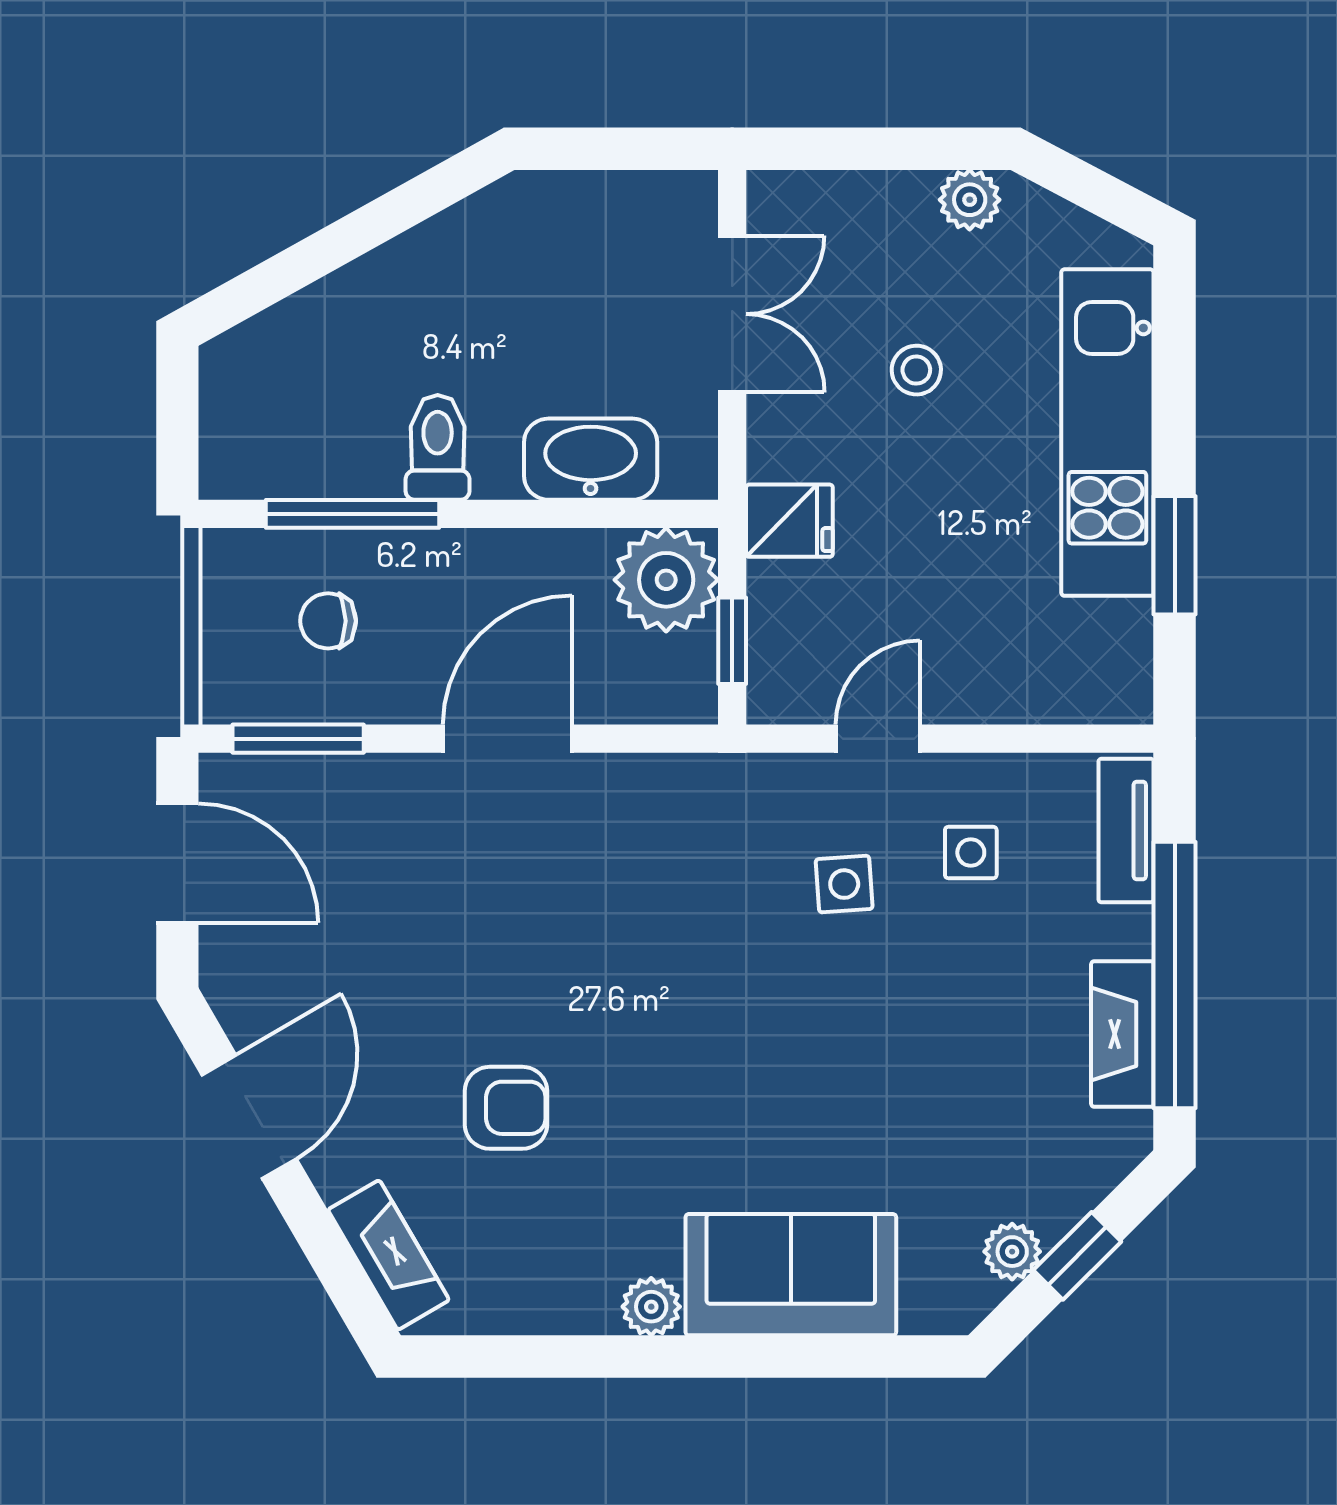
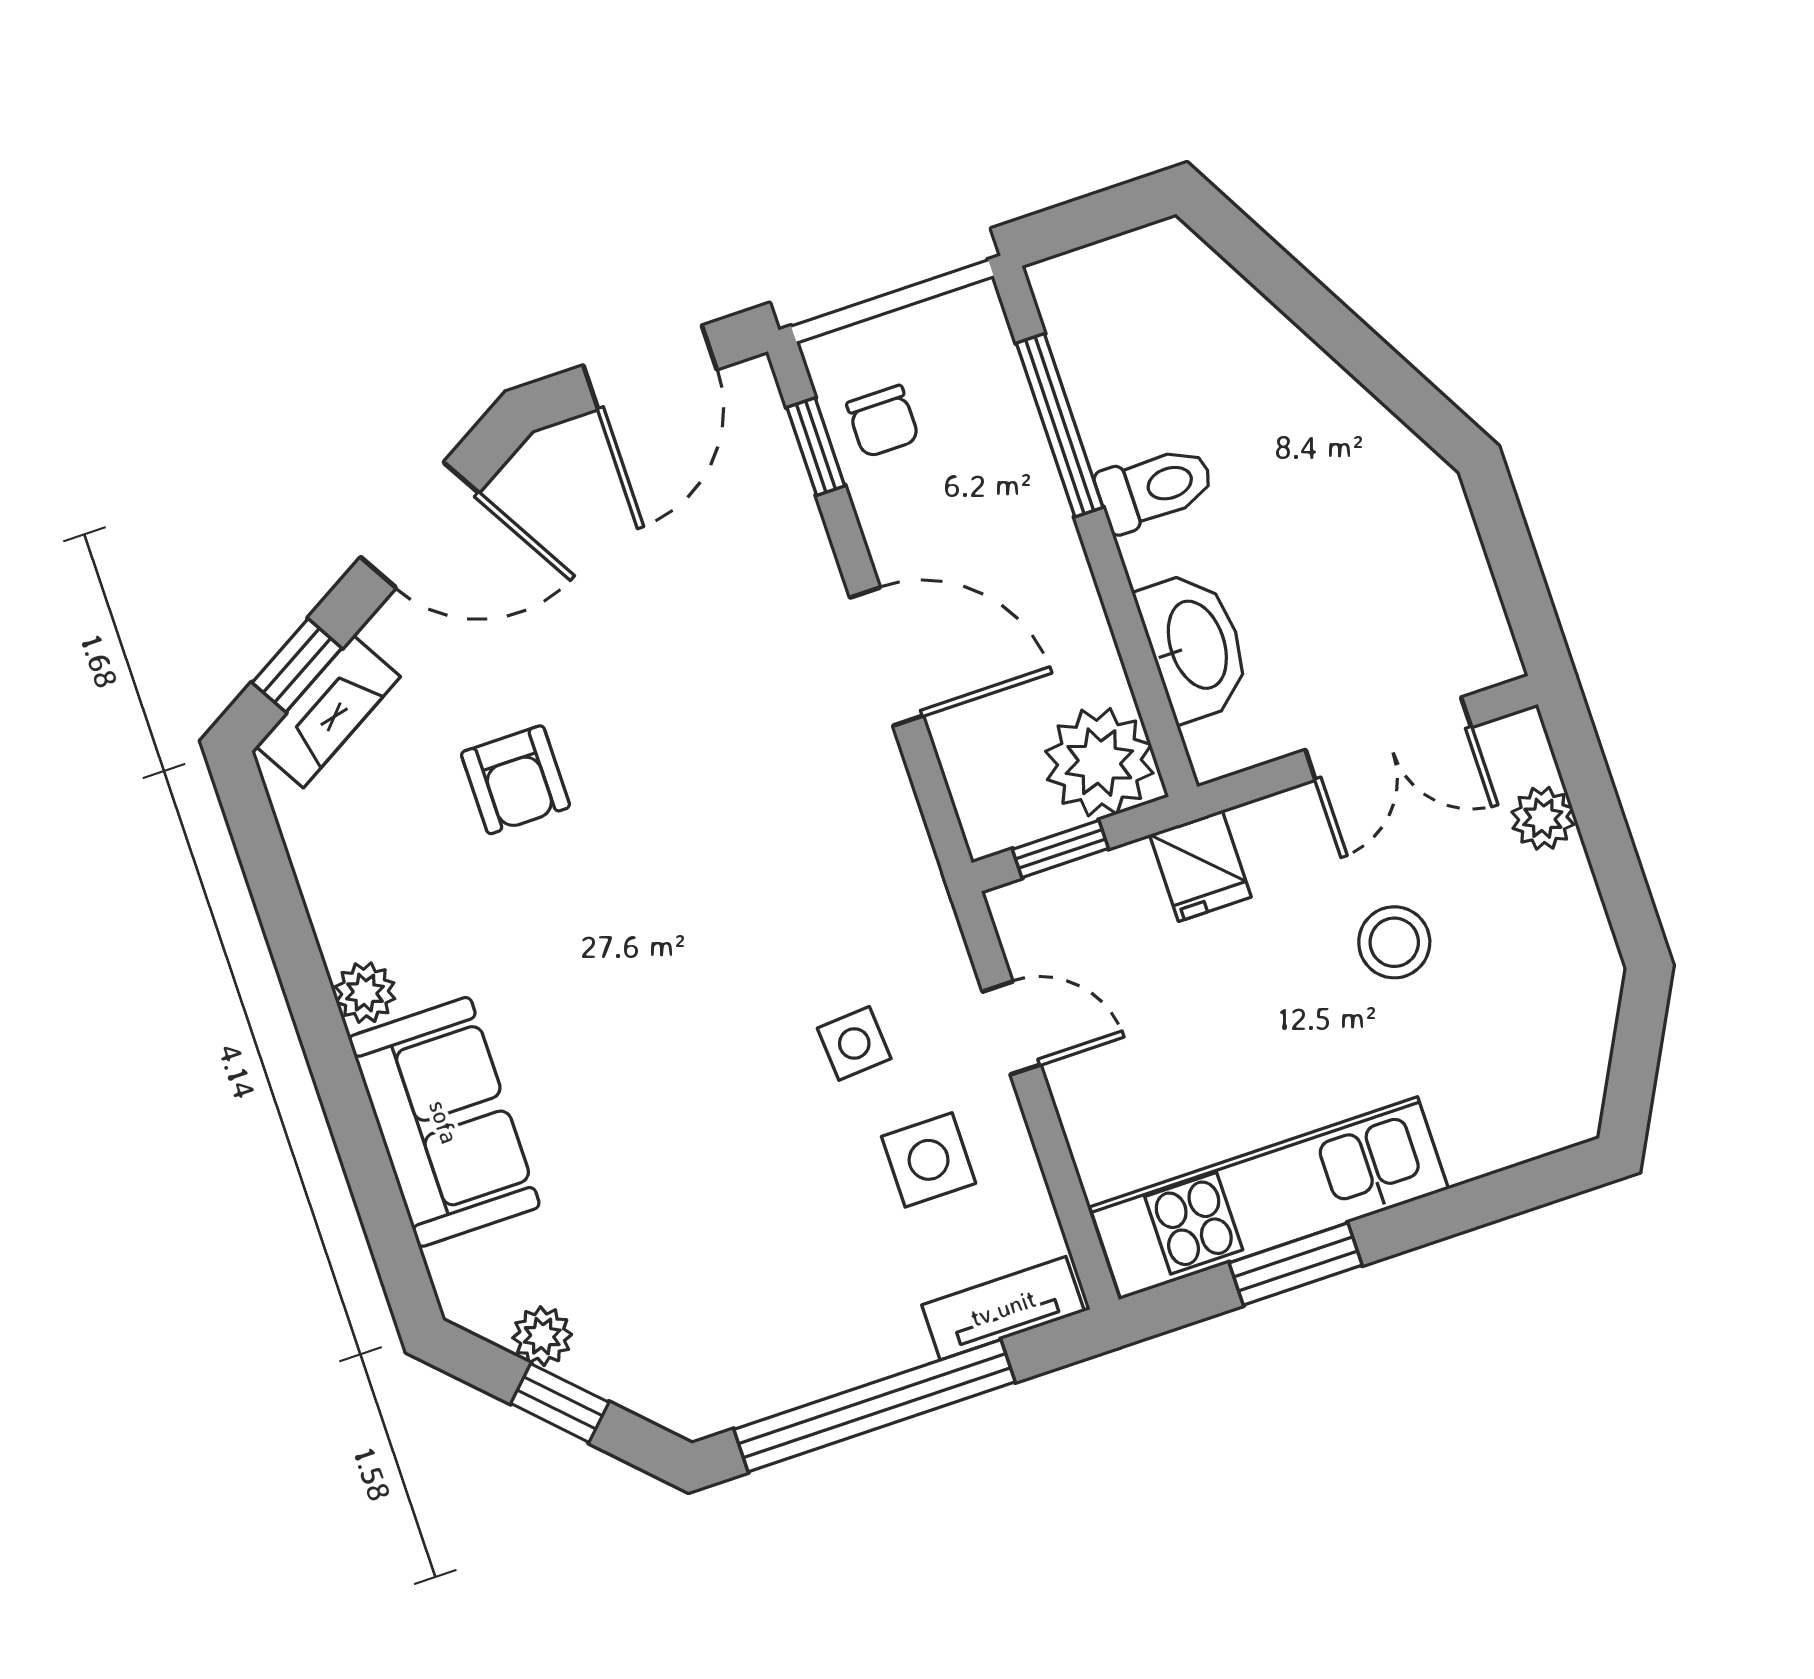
plant: (970, 200) -> (1543, 818), moved
stool: (916, 370) -> (1394, 942), width x1.37, depth x1.37
kitchen unit: (1107, 433) -> (1269, 1198), moved
chair: (328, 621) -> (883, 421), moved, turned 180
window: (298, 739) -> (816, 447), width x0.67
side table: (971, 853) -> (929, 1160), width x1.37, depth x1.37
fireplace: (1122, 1034) -> (798, 1373), removed
window: (338, 1269) -> (297, 665), added

